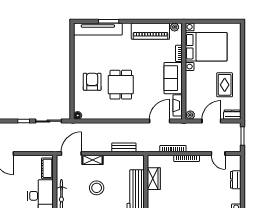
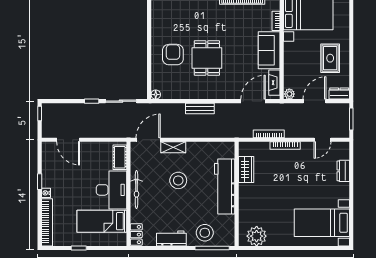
bench: (124, 147) -> (200, 109), moved
door: (218, 154) -> (323, 140), hinge flipped

